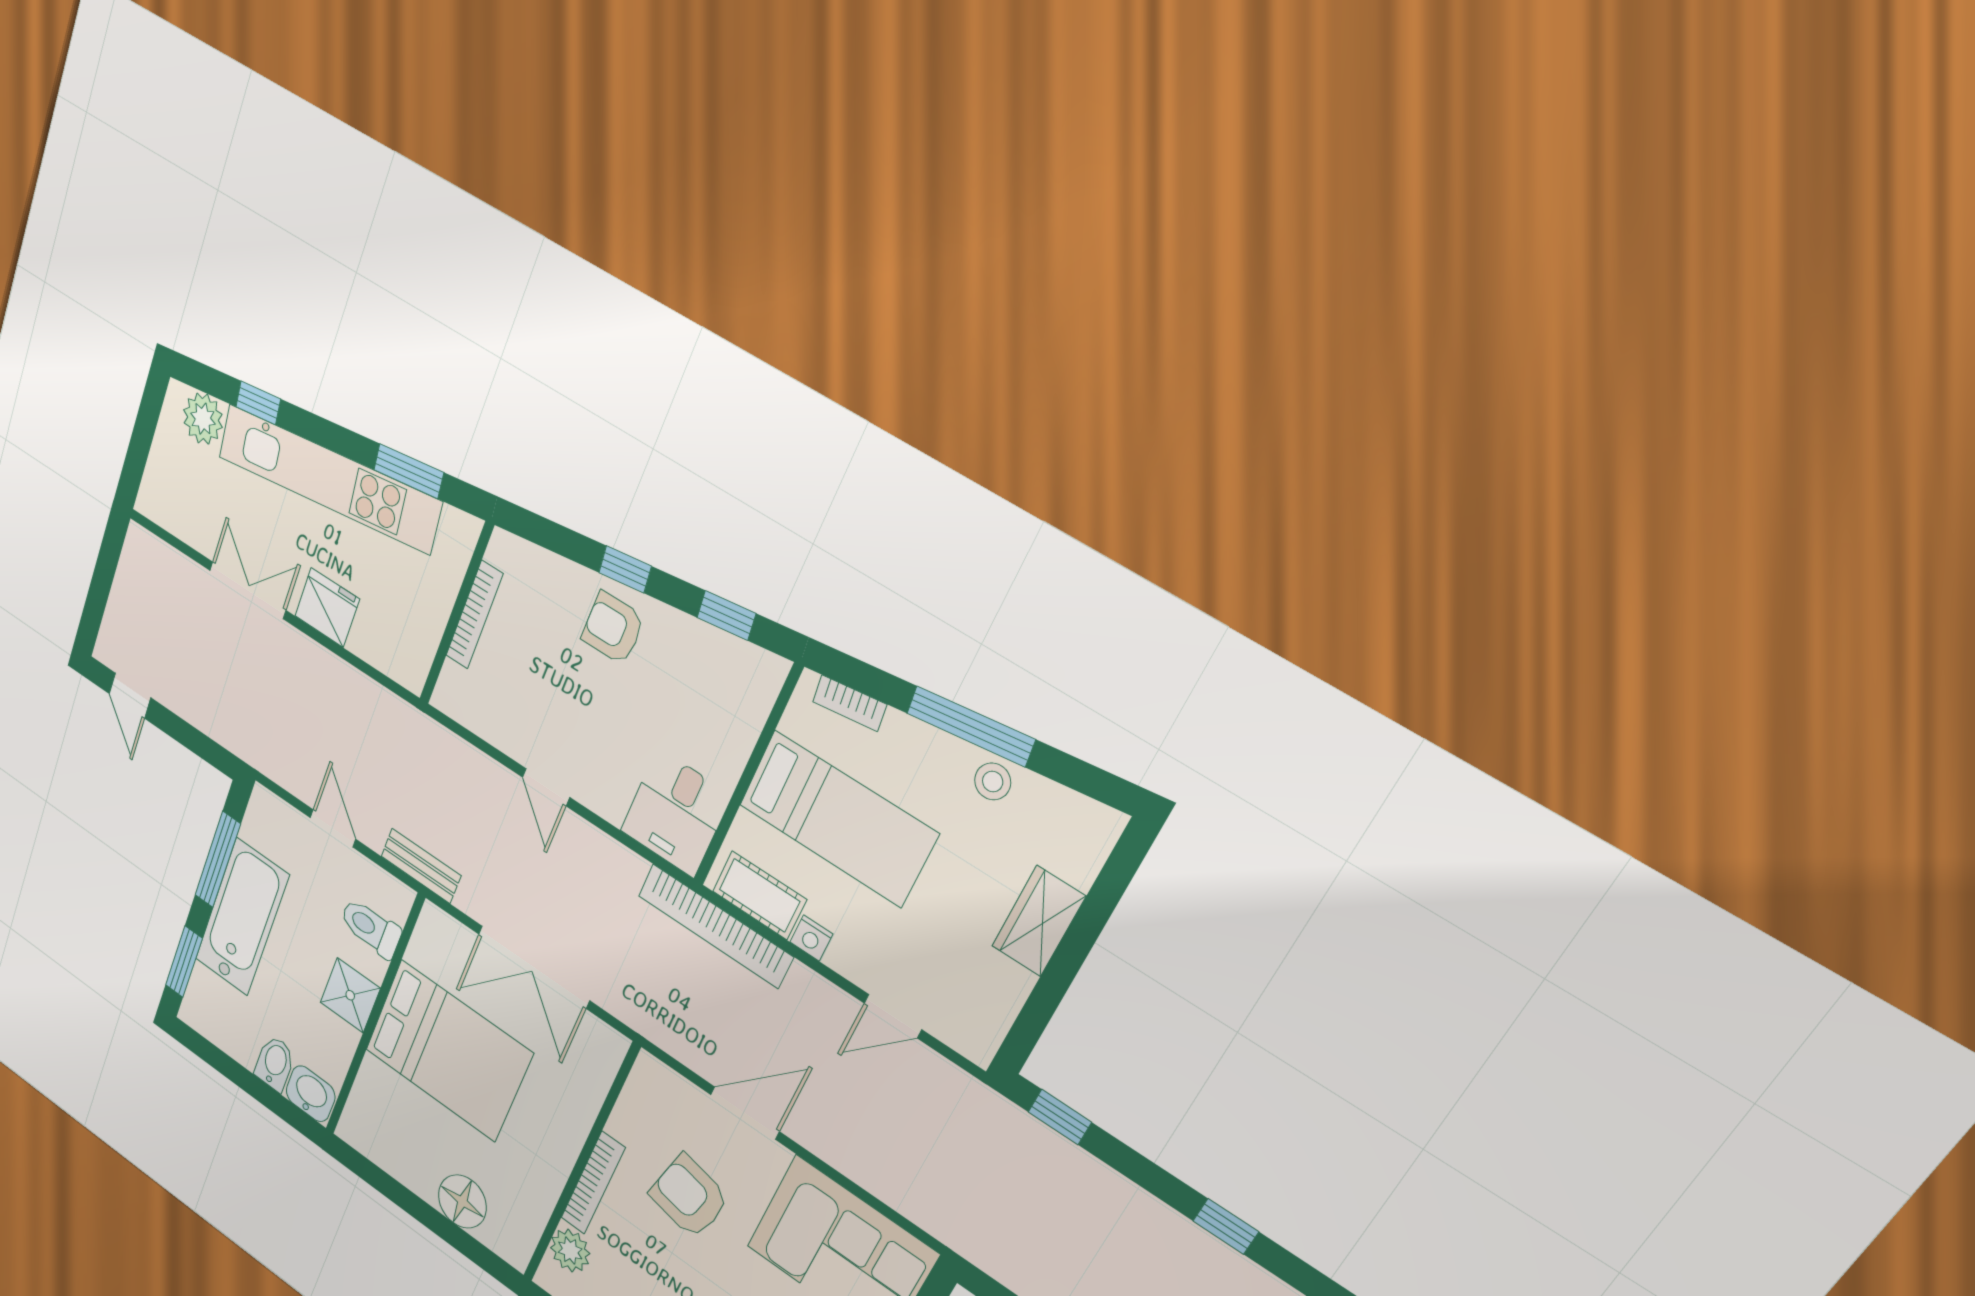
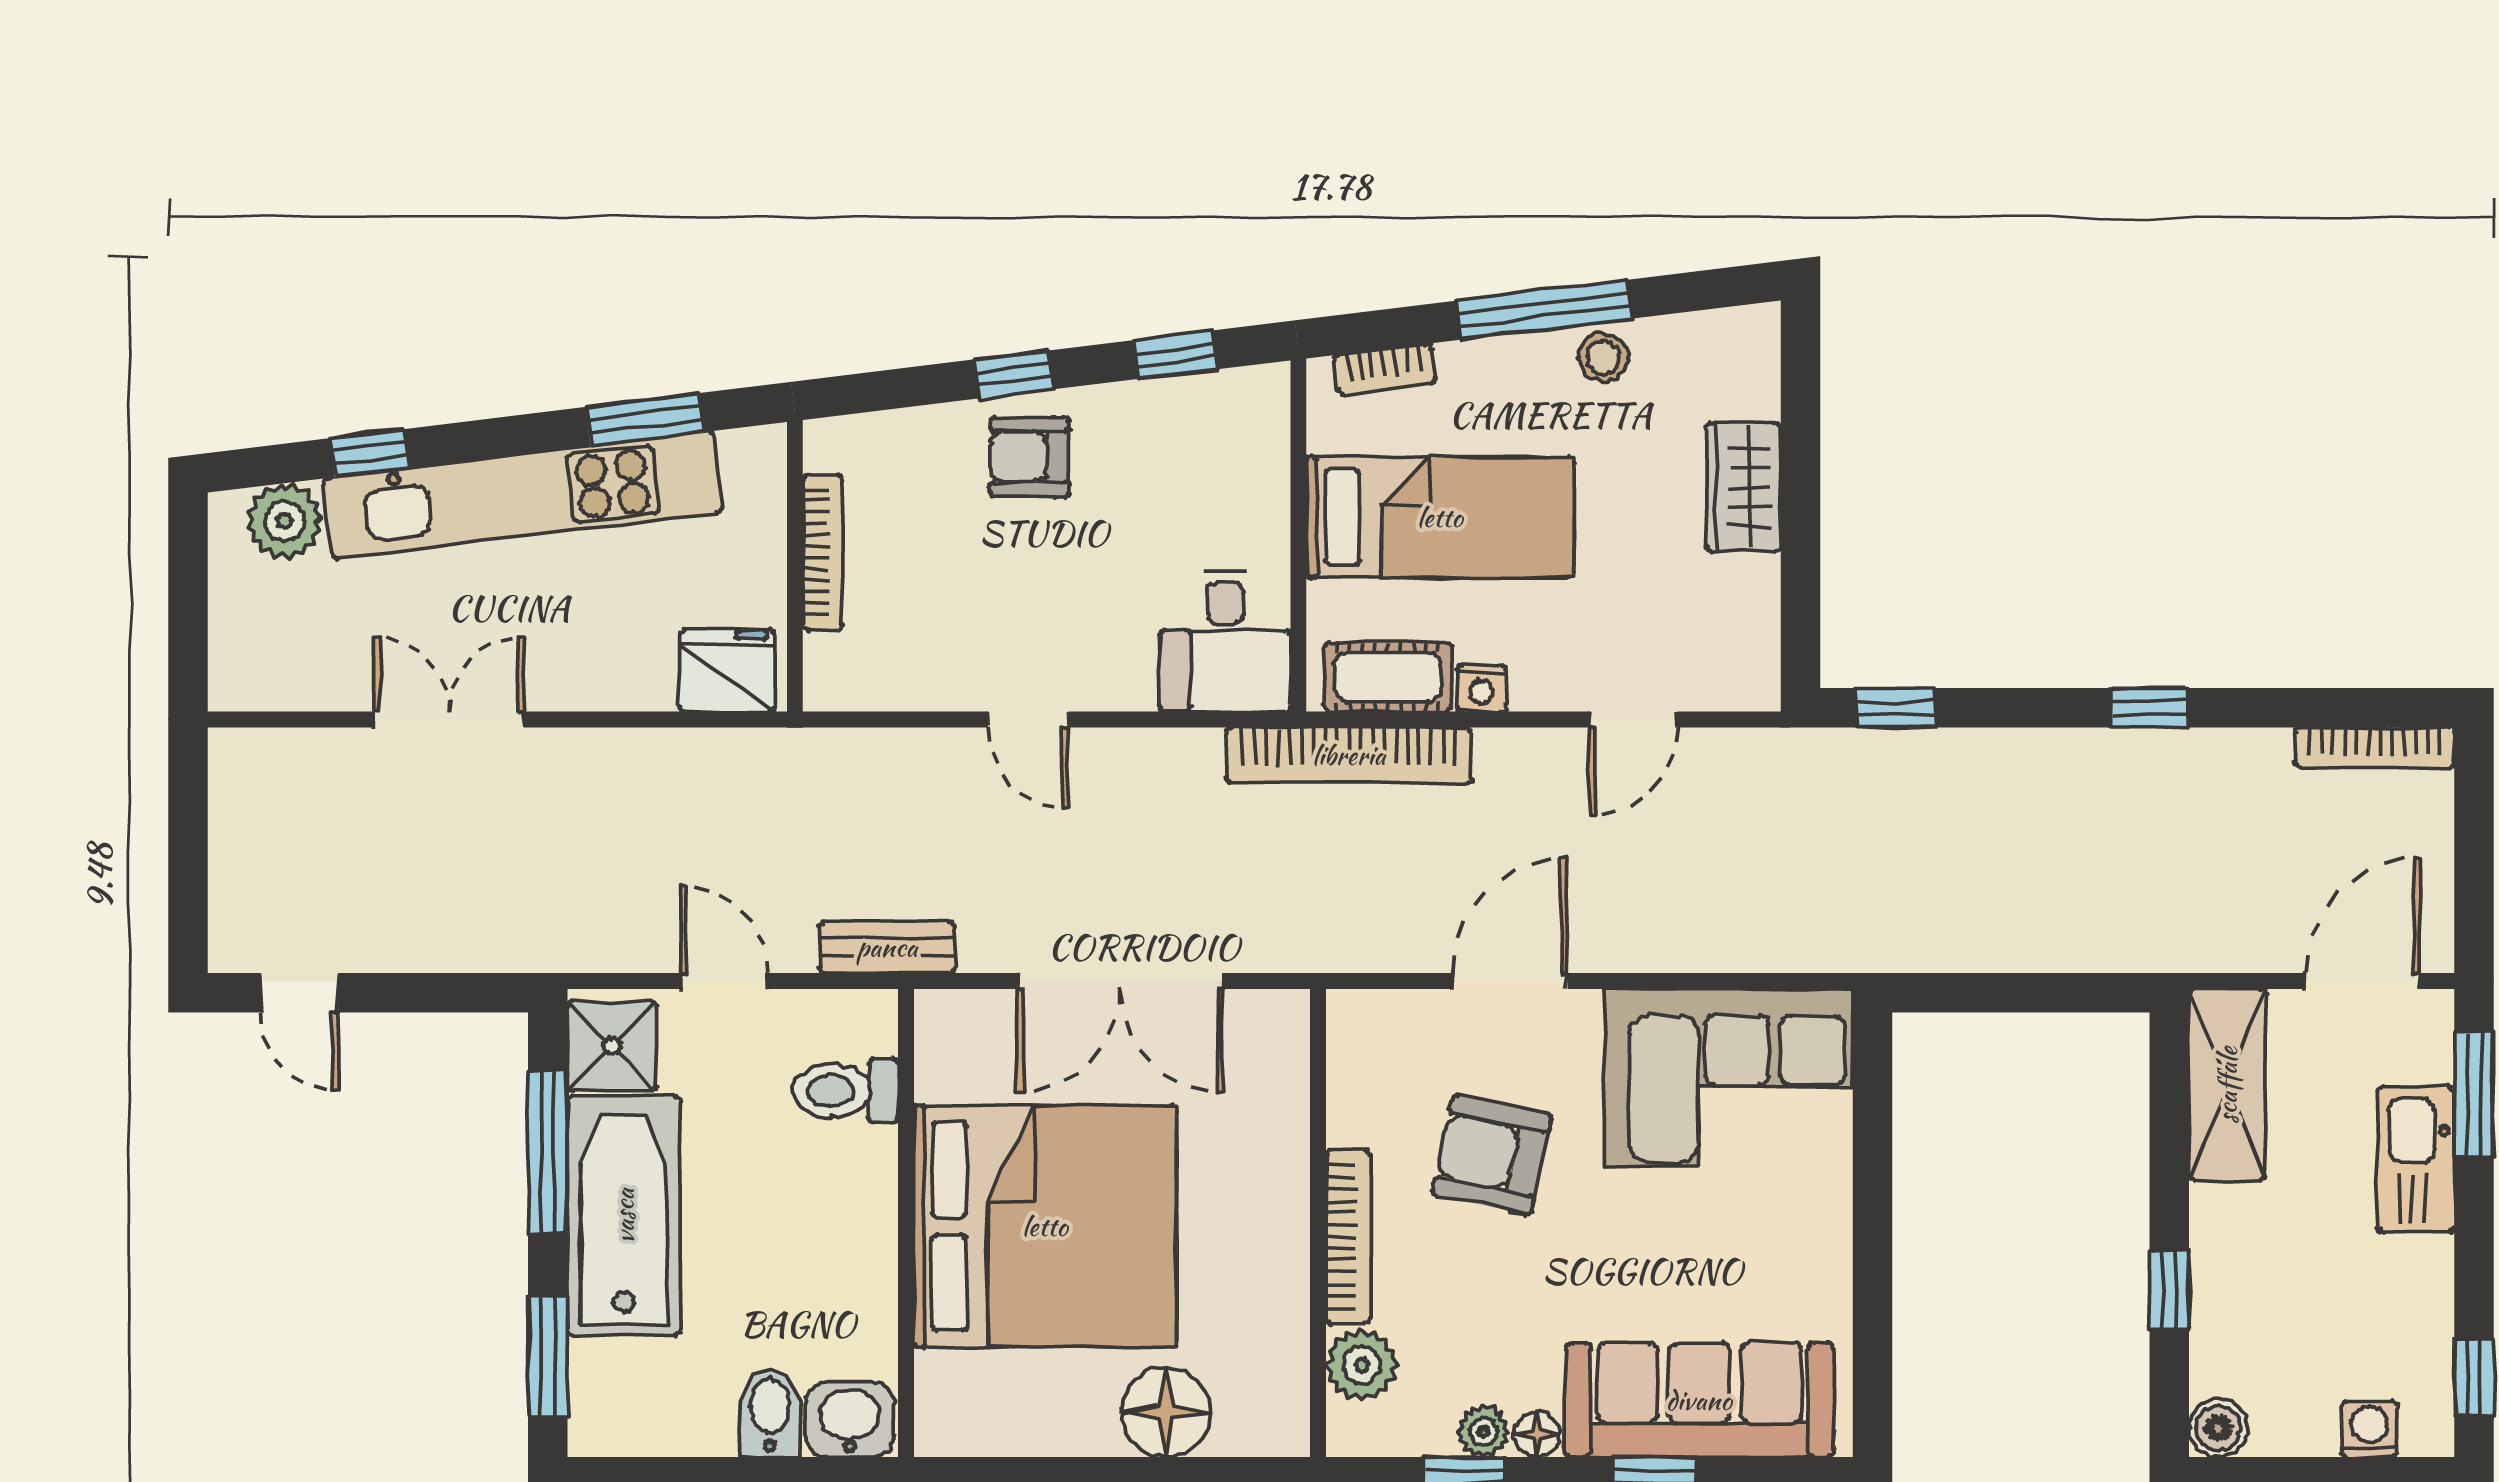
fridge: (327, 608) -> (727, 671), moved
shower: (350, 995) -> (612, 1046), moved
bed: (448, 1051) -> (1045, 1226), width x1.36

